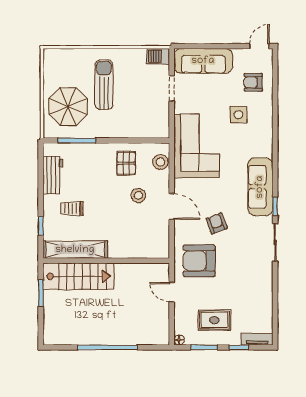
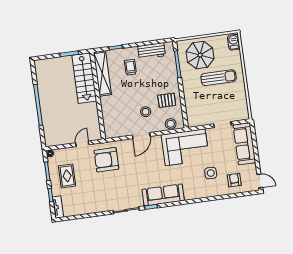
barbecue: (158, 56) -> (234, 42), moved
armchair: (217, 223) -> (134, 168), removed
armchair: (199, 261) -> (106, 160), turned -90

